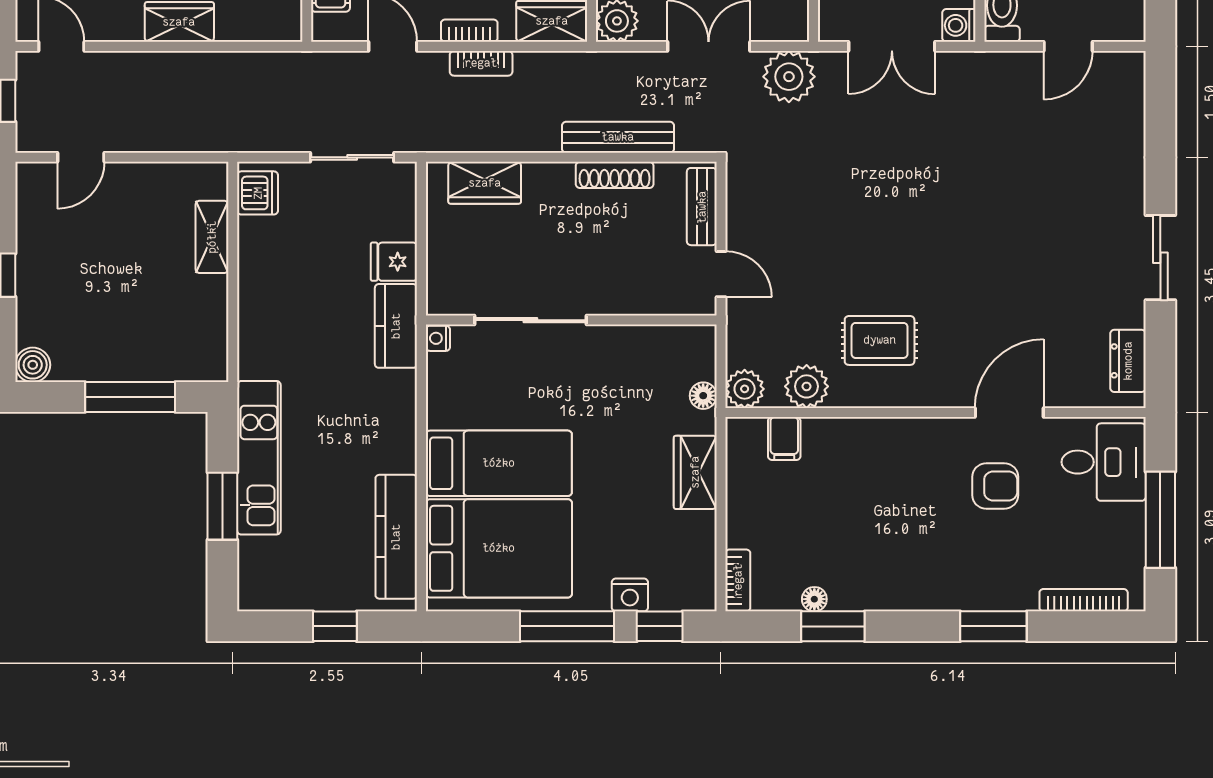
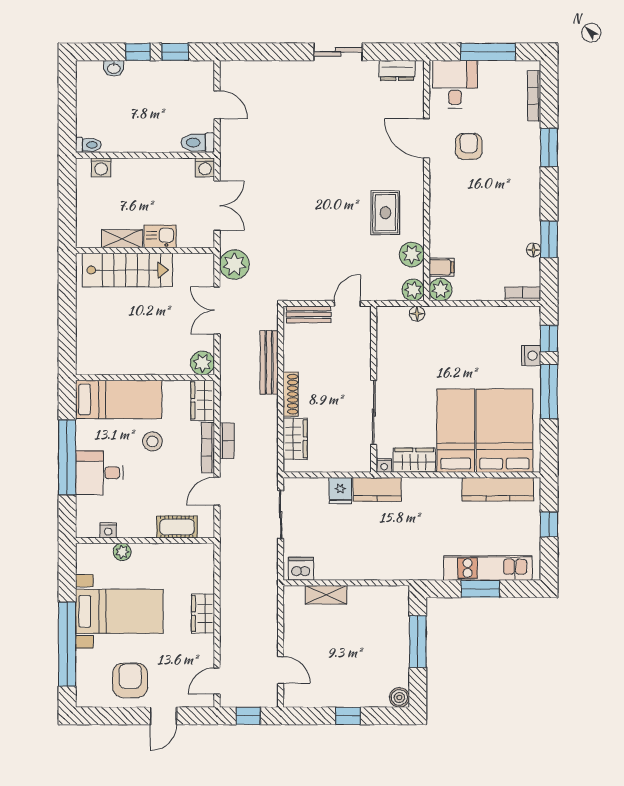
bookcase: (469, 31) -> (208, 448), width x1.56
shoe rack: (615, 175) -> (291, 394), moved
plant: (745, 437) -> (441, 290), added
kitchen unit: (259, 458) -> (488, 568), moved
wardrobe: (695, 472) -> (414, 460), moved, turned 180

